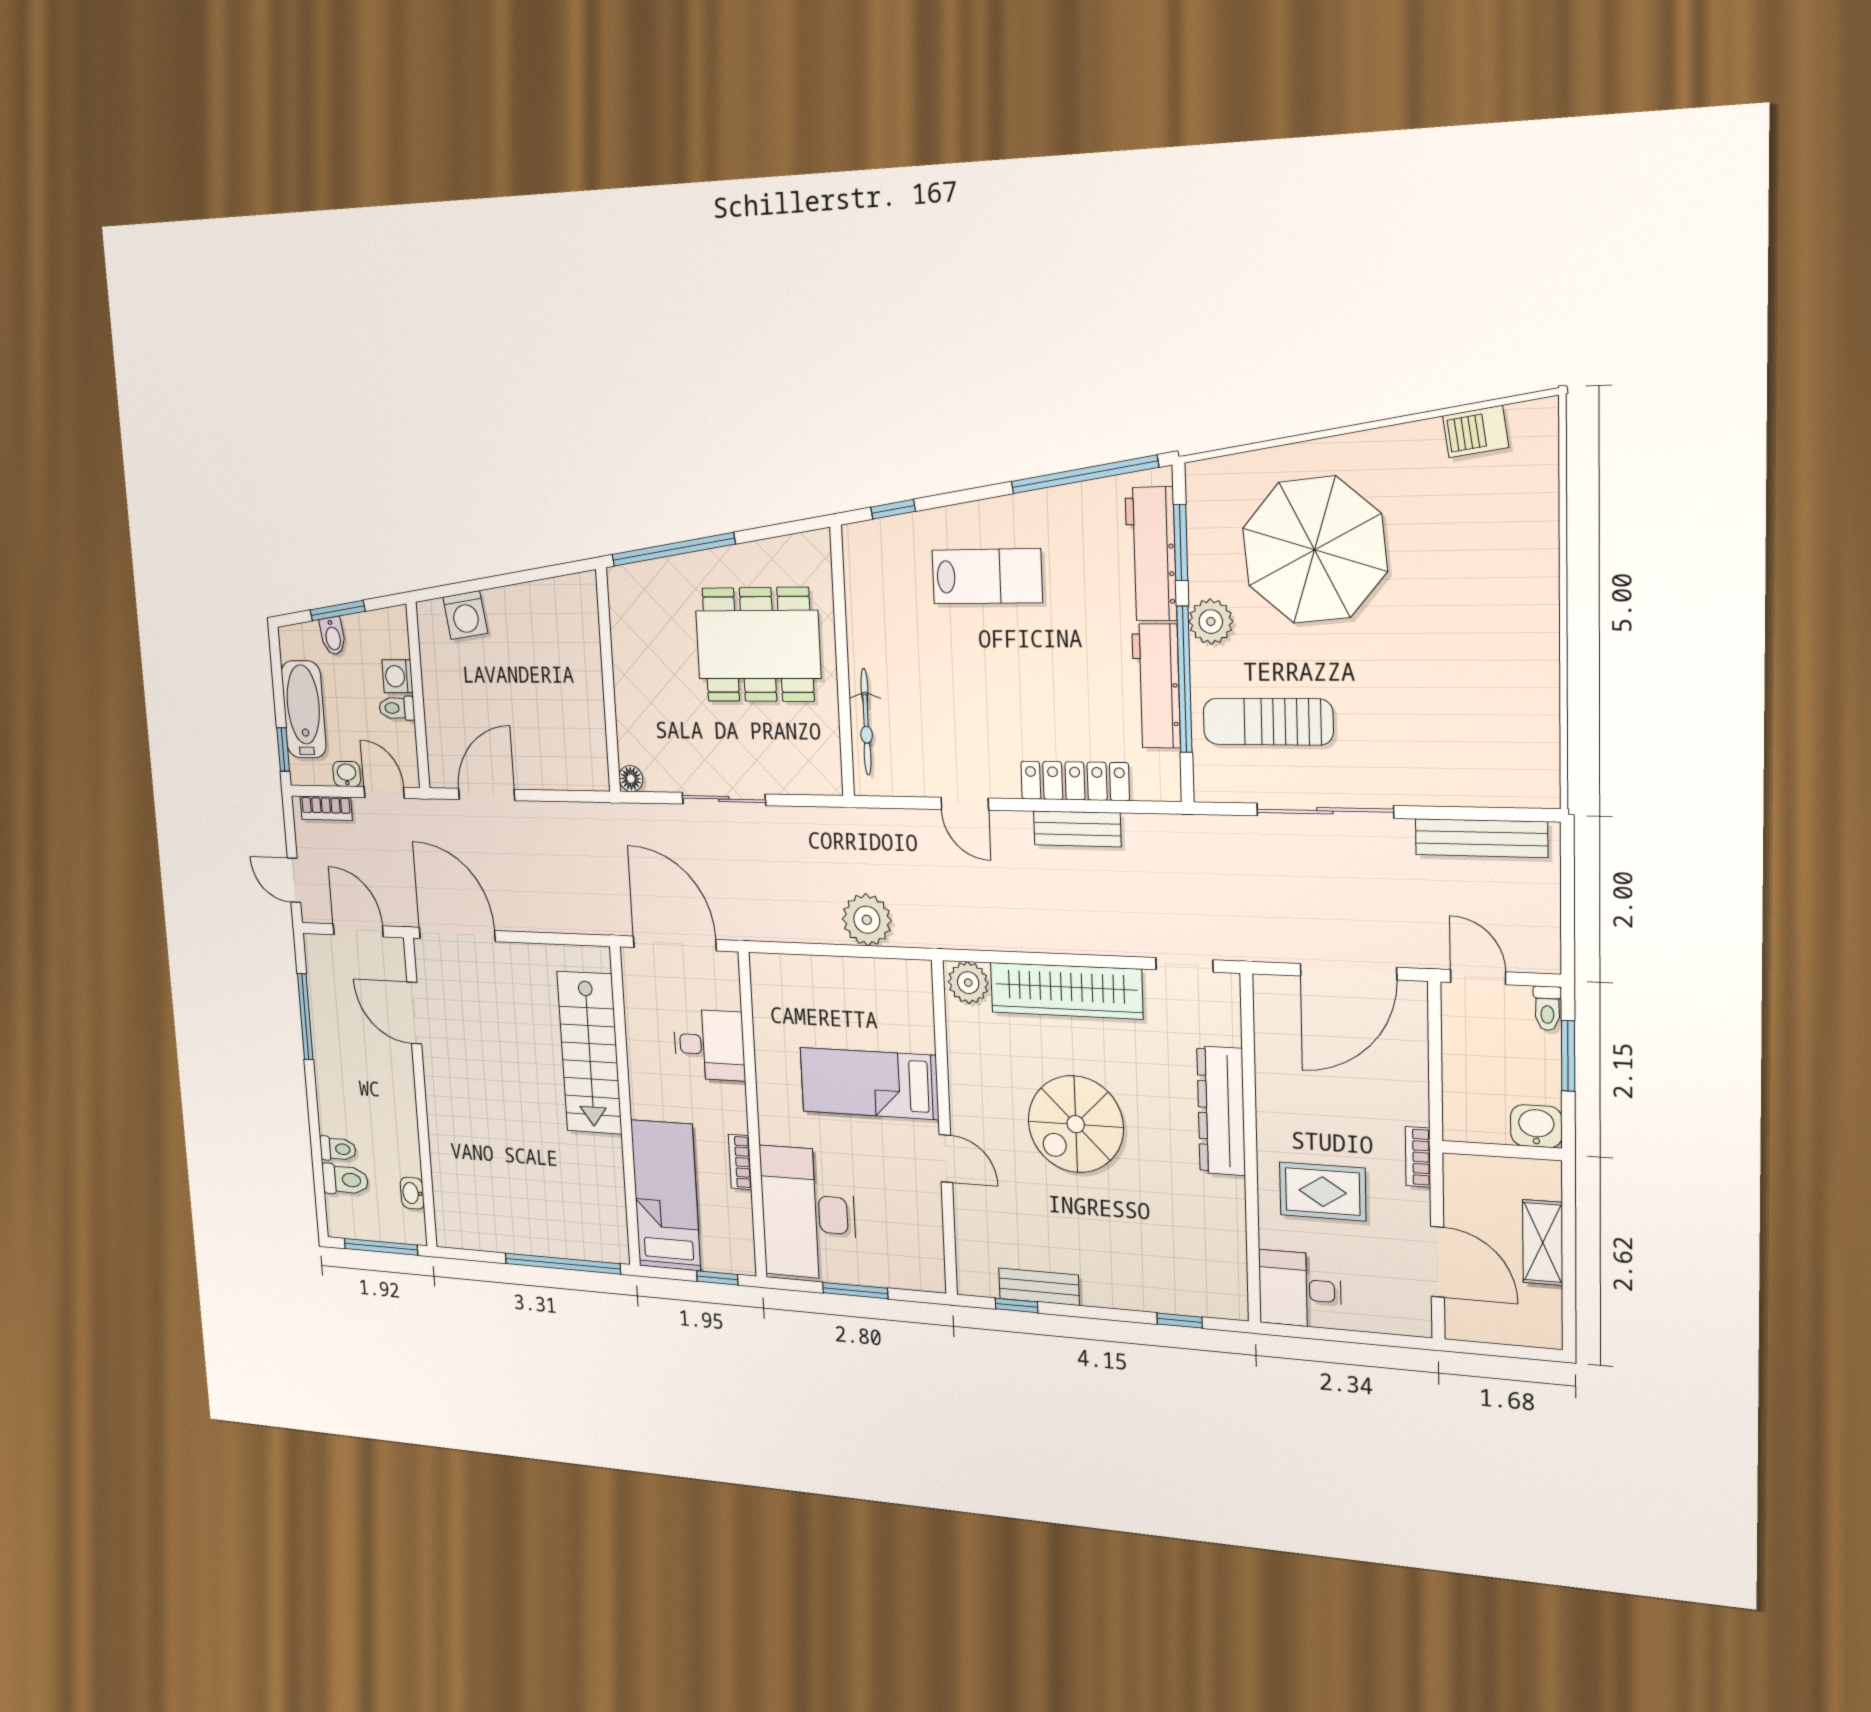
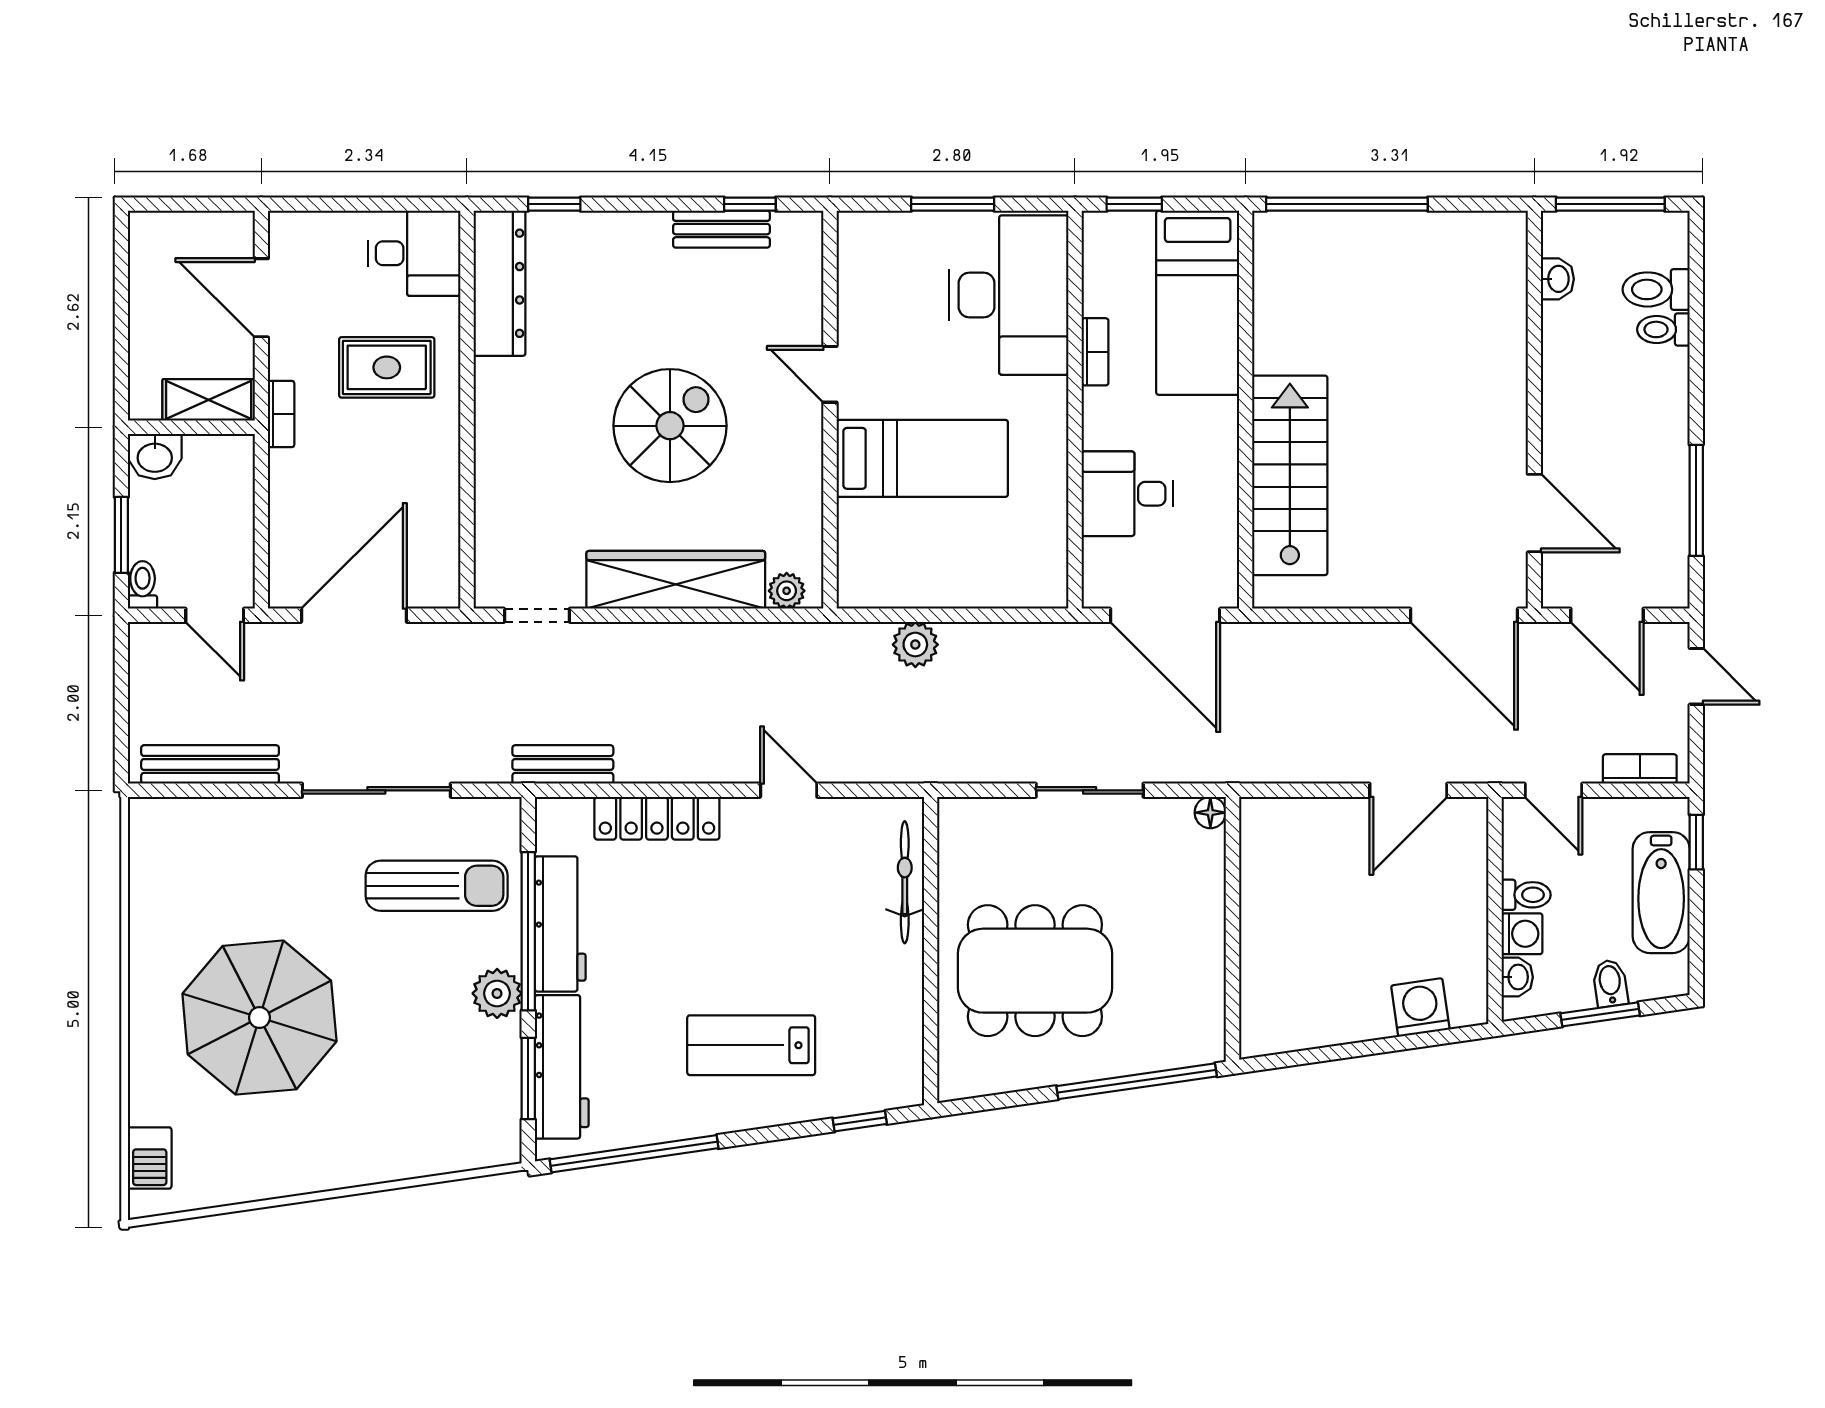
barbecue: (1476, 432) -> (150, 1158), moved, turned 98
parasol: (1315, 550) -> (259, 1018), moved
washbasin: (347, 774) -> (1517, 977), moved, turned -90
bench: (1077, 829) -> (563, 764), moved
plant: (867, 920) -> (915, 645), width x0.73, depth x0.73
plant: (968, 983) -> (787, 591), width x0.73, depth x0.73
dresser: (1221, 1111) -> (499, 283), moved
shelving: (1543, 1242) -> (209, 400), moved, turned 90

